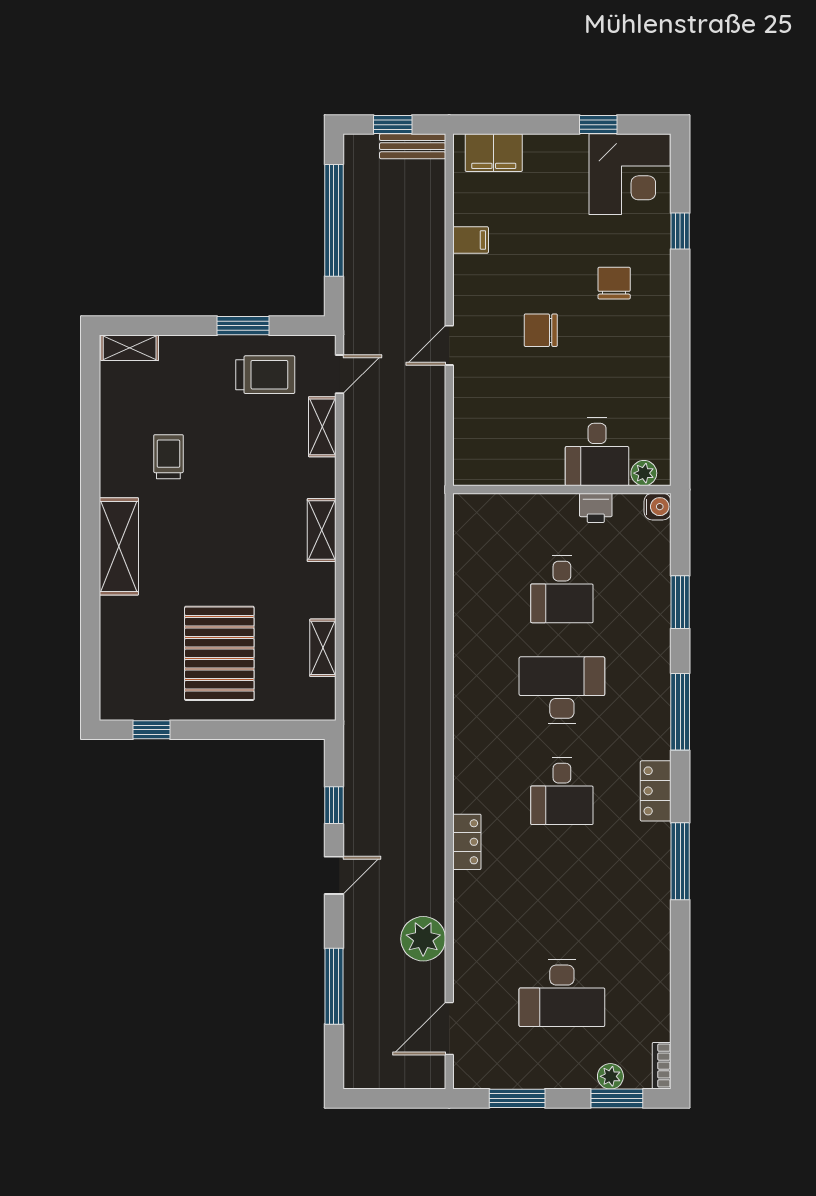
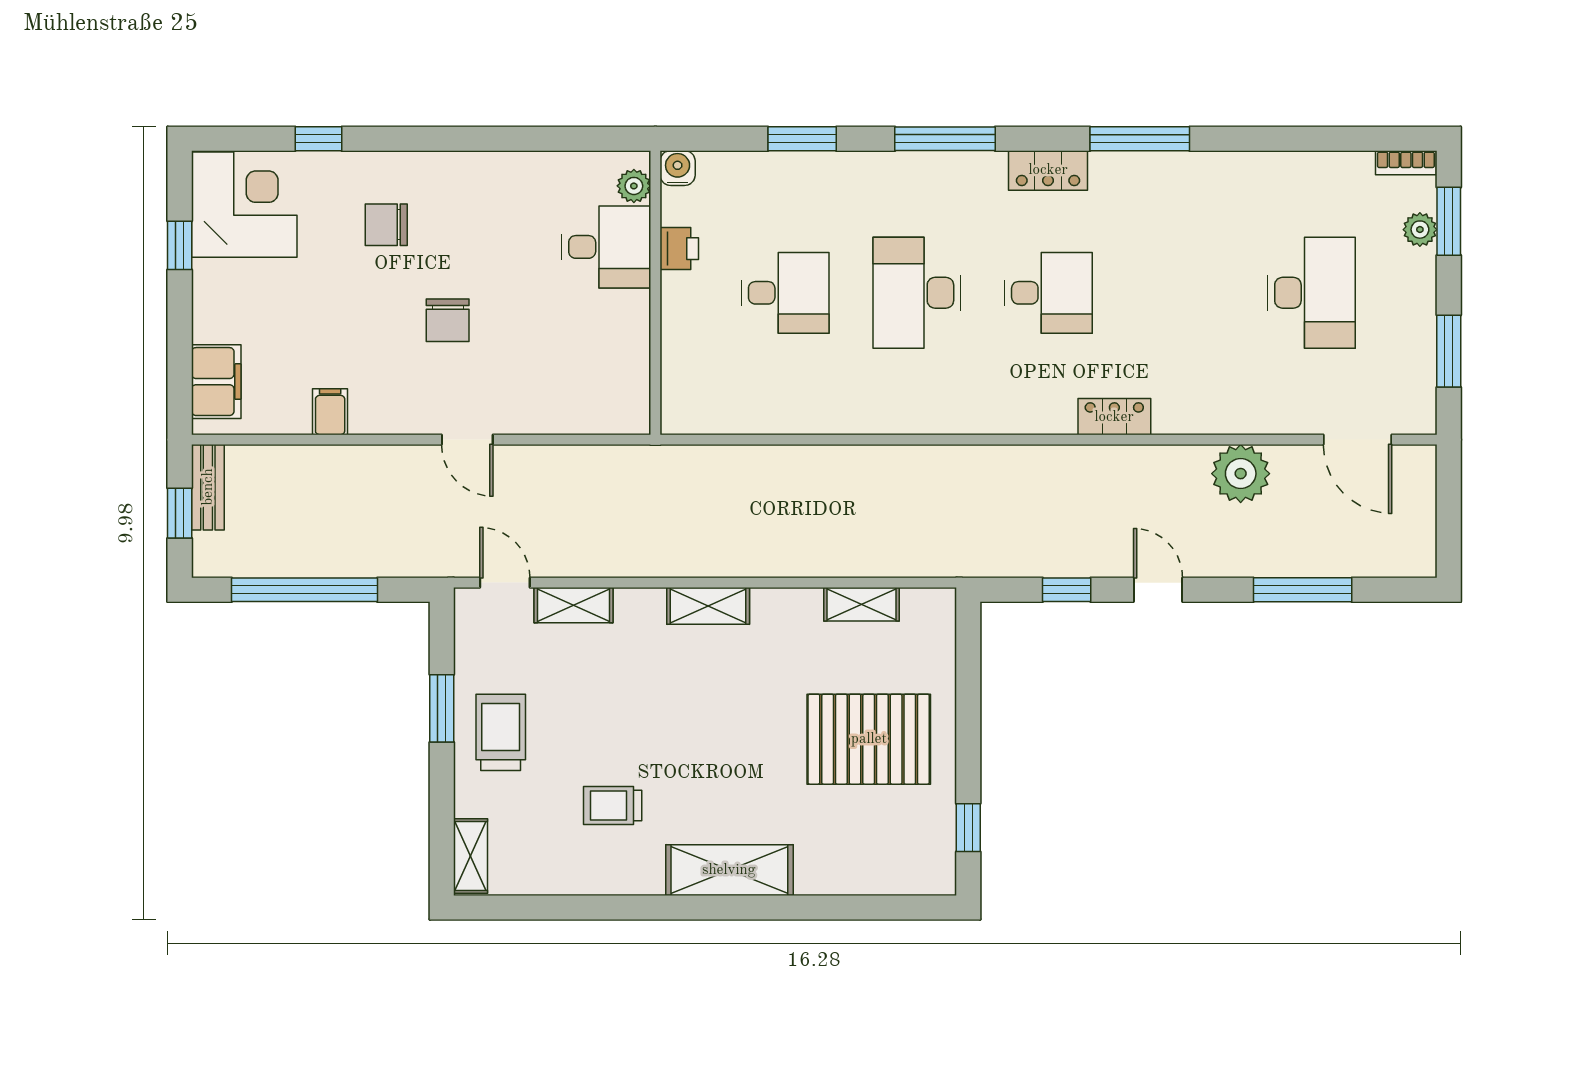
trolley: (265, 375) -> (501, 732), moved

